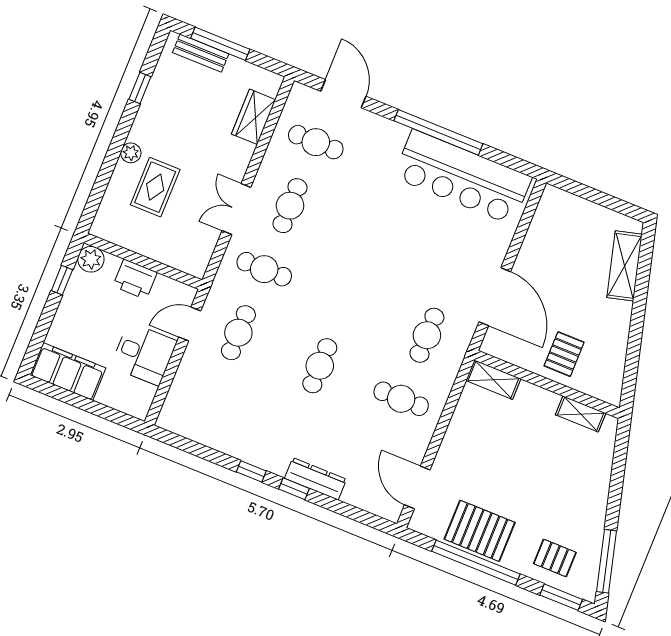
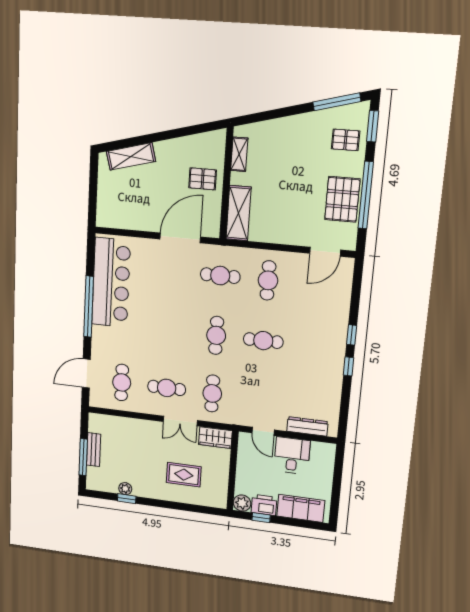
bench: (201, 53) -> (94, 450), moved
wardrobe: (254, 117) -> (215, 438), moved
plant: (131, 153) -> (125, 489), moved
printer: (135, 279) -> (264, 505), moved, turned -90
cafe table: (238, 333) -> (216, 335), moved, turned 90
filing cabinet: (68, 372) -> (301, 508), moved, turned 90
shelving: (493, 380) -> (239, 213), width x1.50, depth x1.33
dresser: (316, 479) -> (307, 426), moved, turned 90
pallet: (555, 558) -> (346, 140), turned 90

